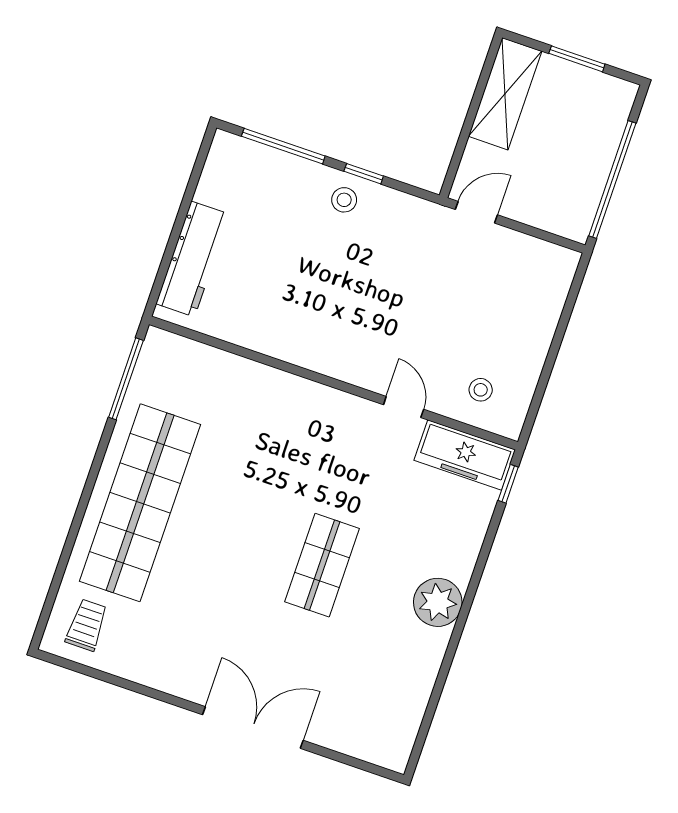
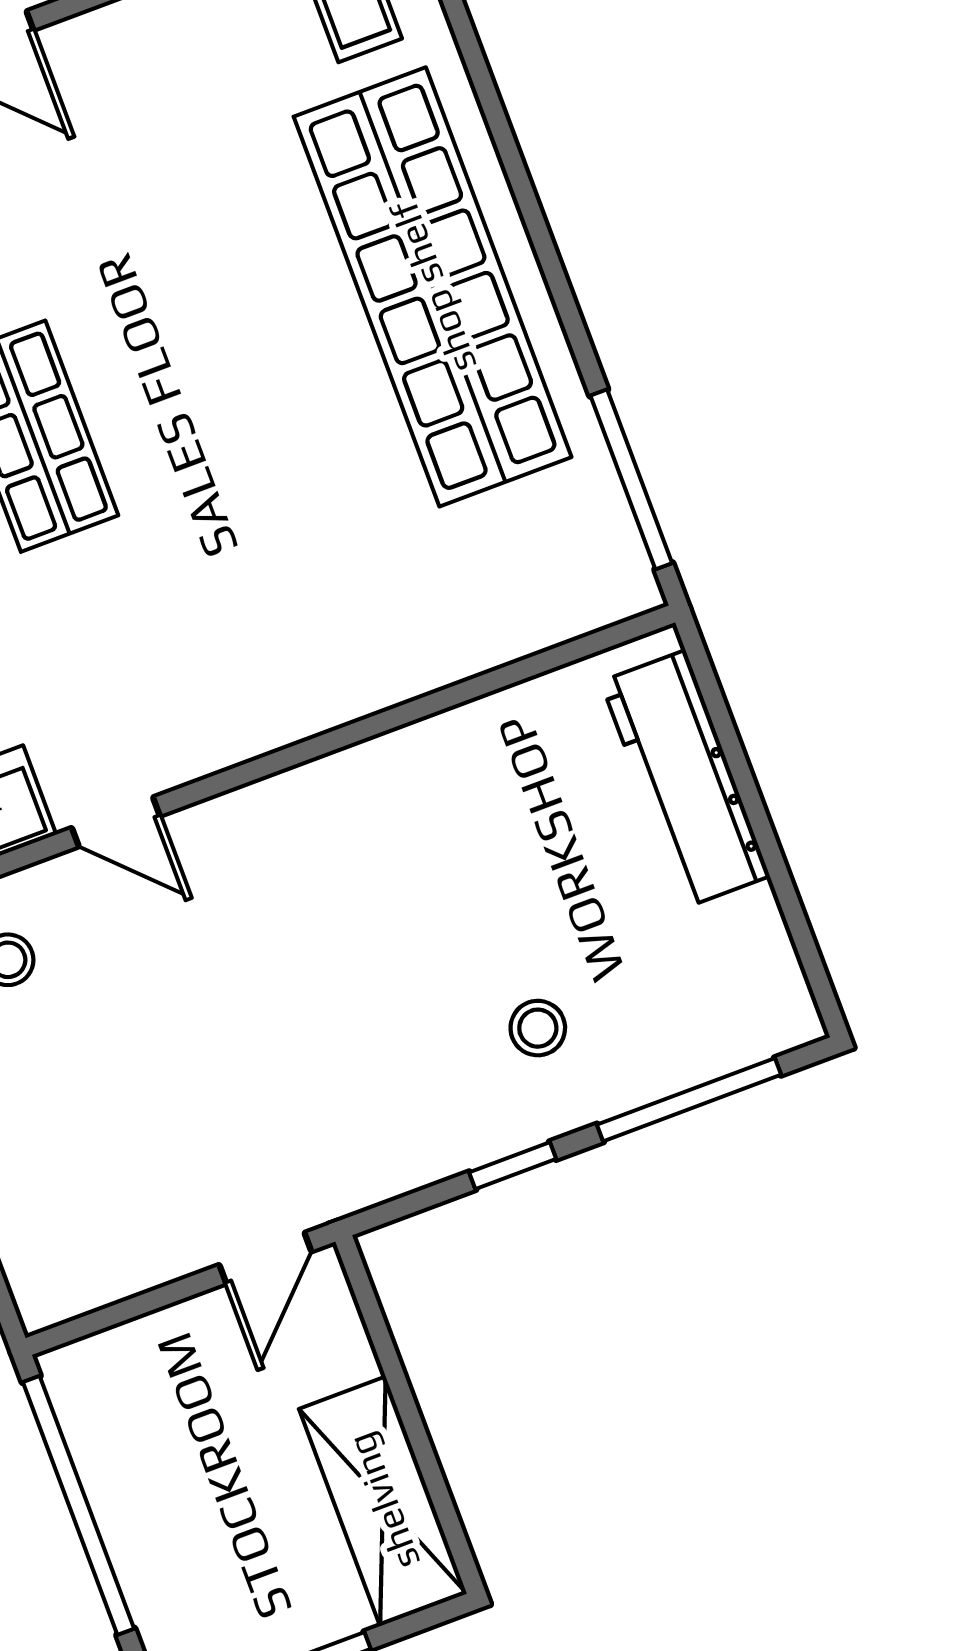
stool: (344, 200) -> (538, 1028), moved

